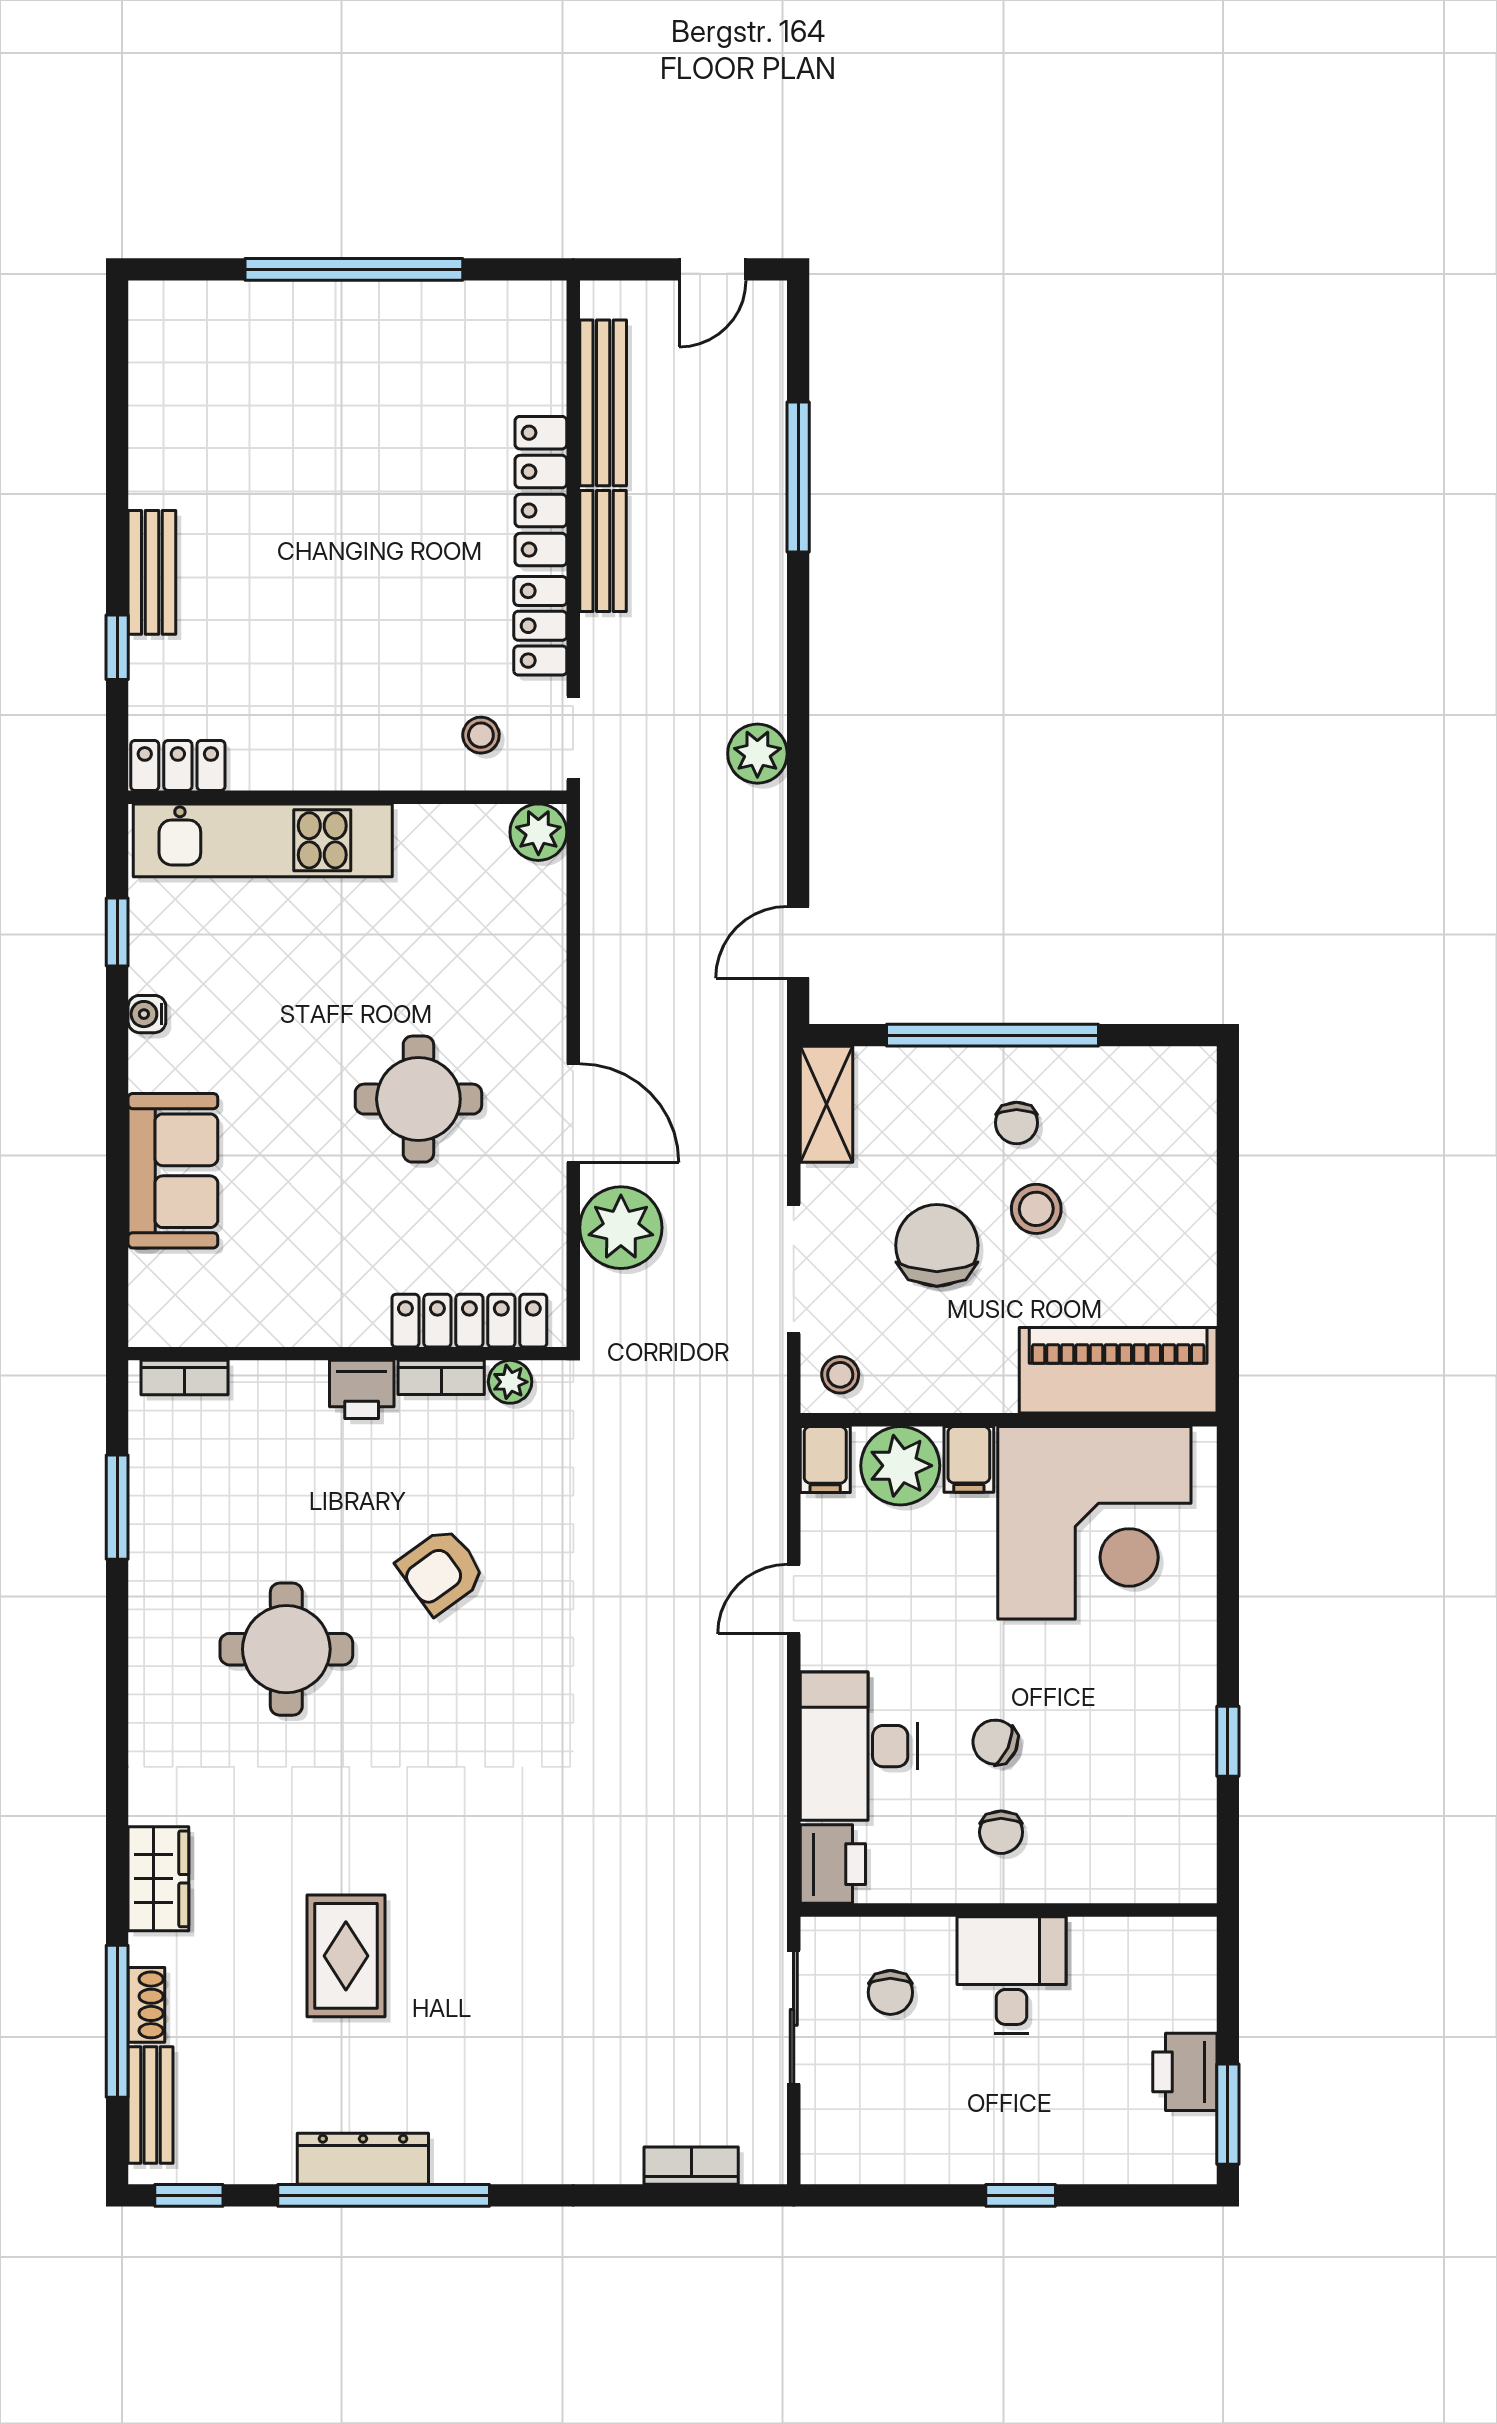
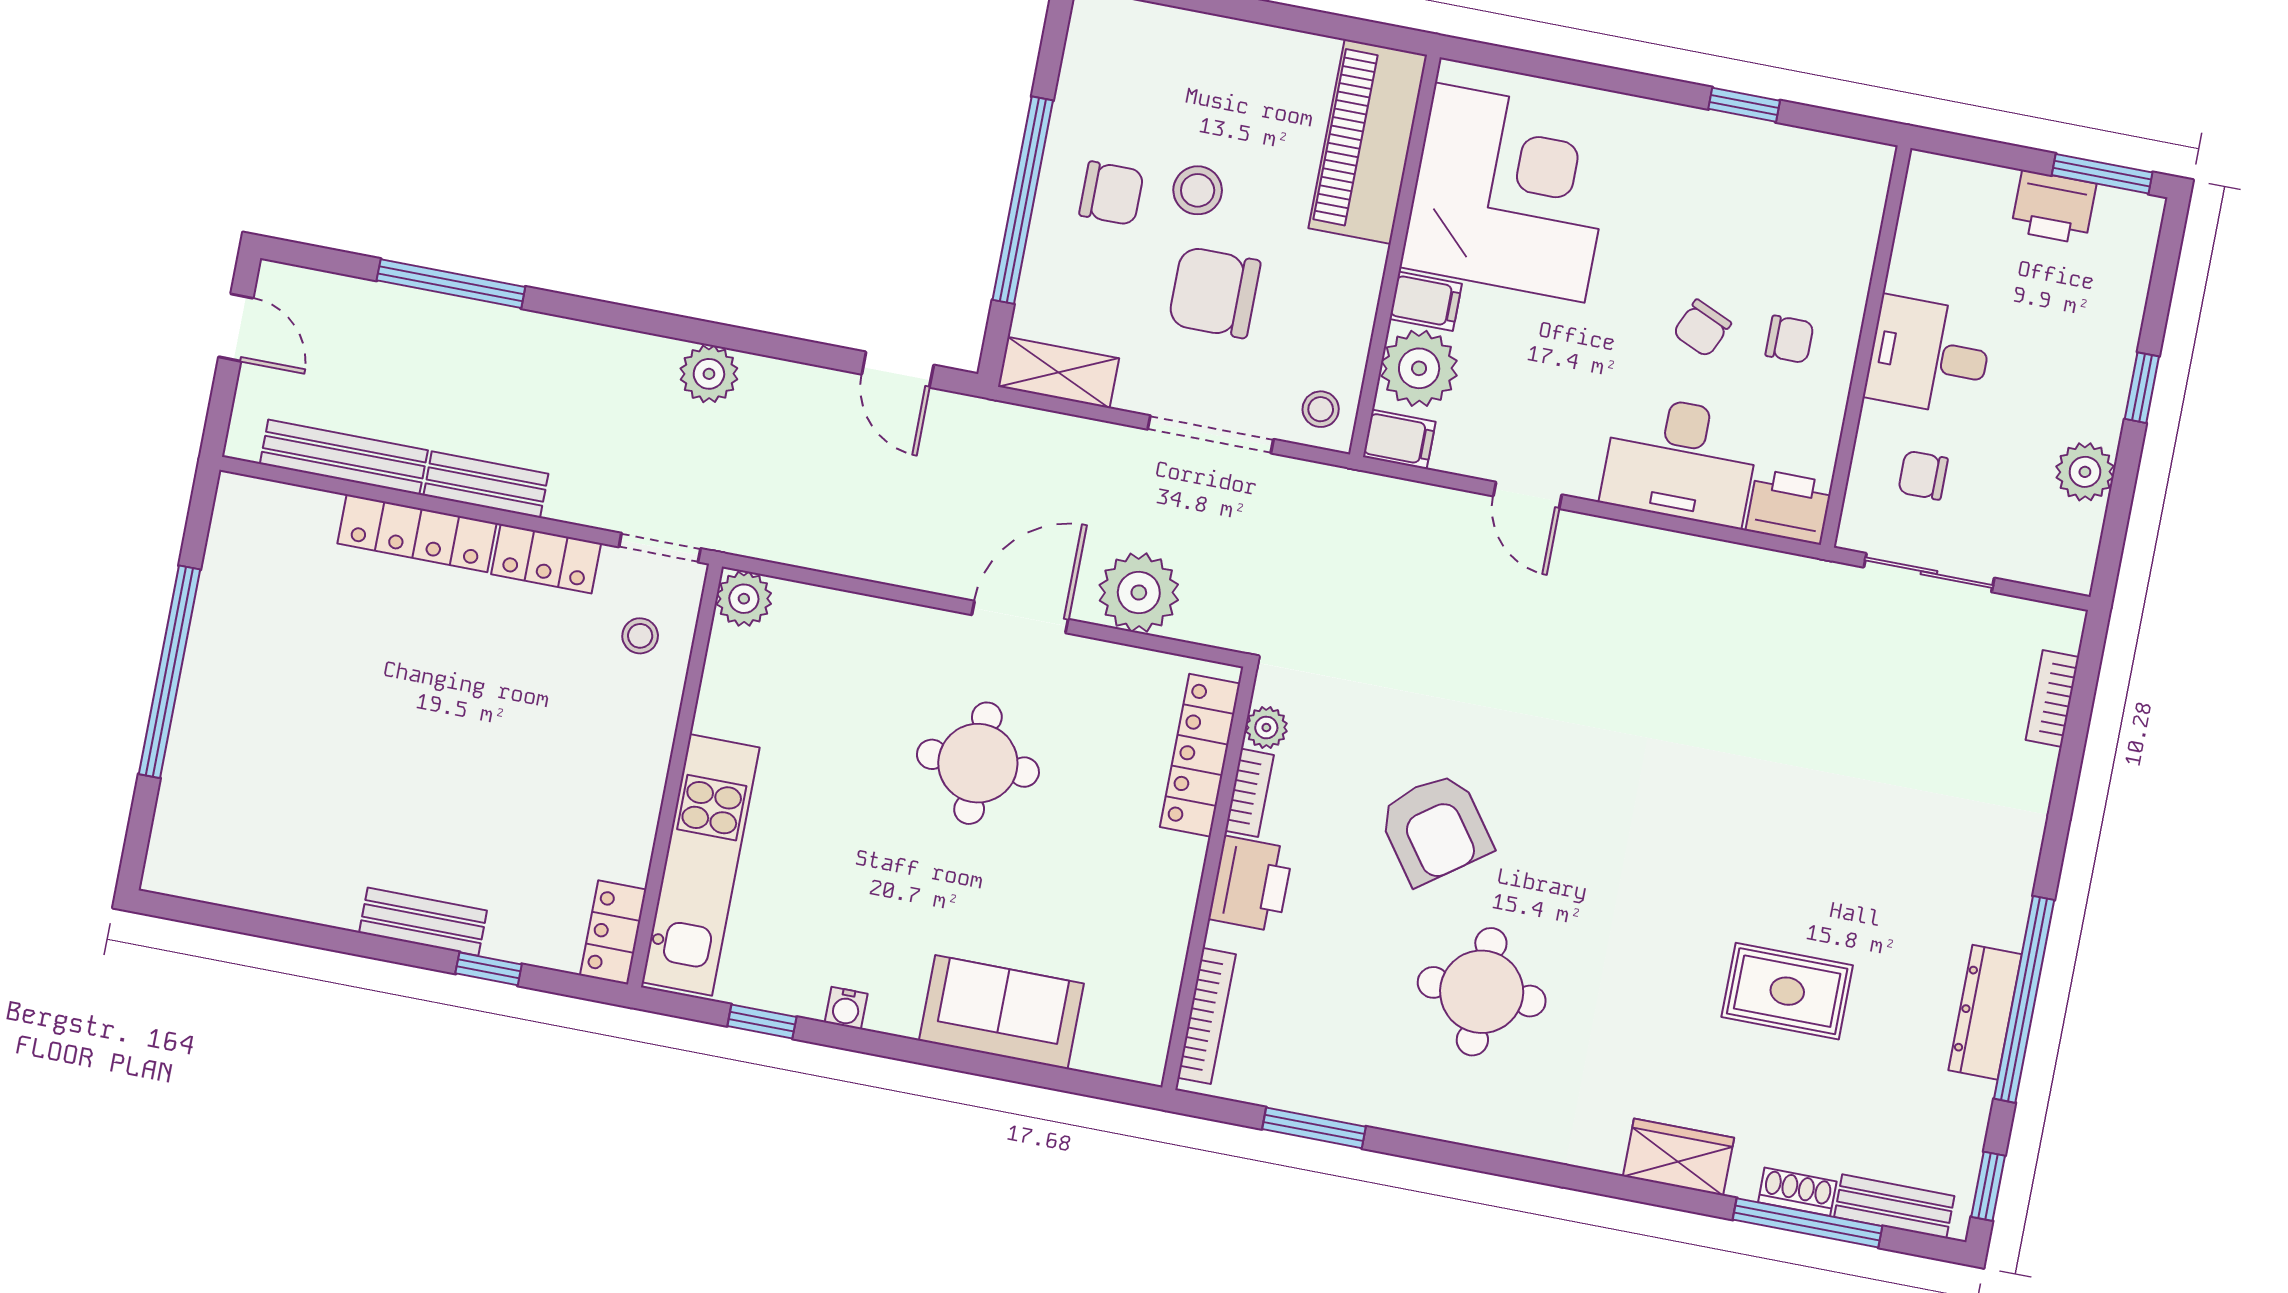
chair: (1017, 1123) -> (1111, 193), width x1.37, depth x1.37
bookcase: (184, 1378) -> (1207, 1016), width x1.56
printer: (362, 1389) -> (1251, 884), width x1.36, depth x1.24
armchair: (441, 1571) -> (1435, 828), width x1.38, depth x1.38
chair: (890, 1992) -> (1923, 475), turned 180
plant: (925, 2155) -> (2085, 472), added

